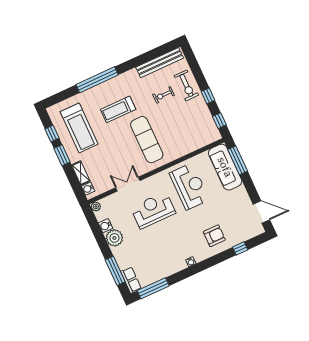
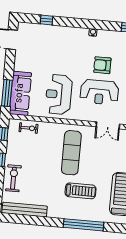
exercise bike: (163, 95) -> (29, 128), moved
armchair: (214, 236) -> (102, 65), moved

